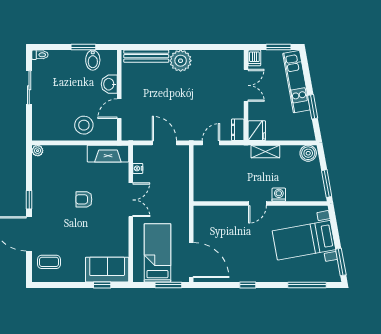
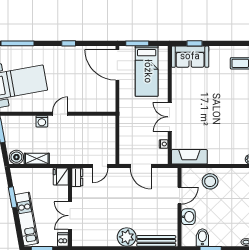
shelving: (265, 151) -> (37, 159), moved
armchair: (84, 199) -> (210, 117), removed

